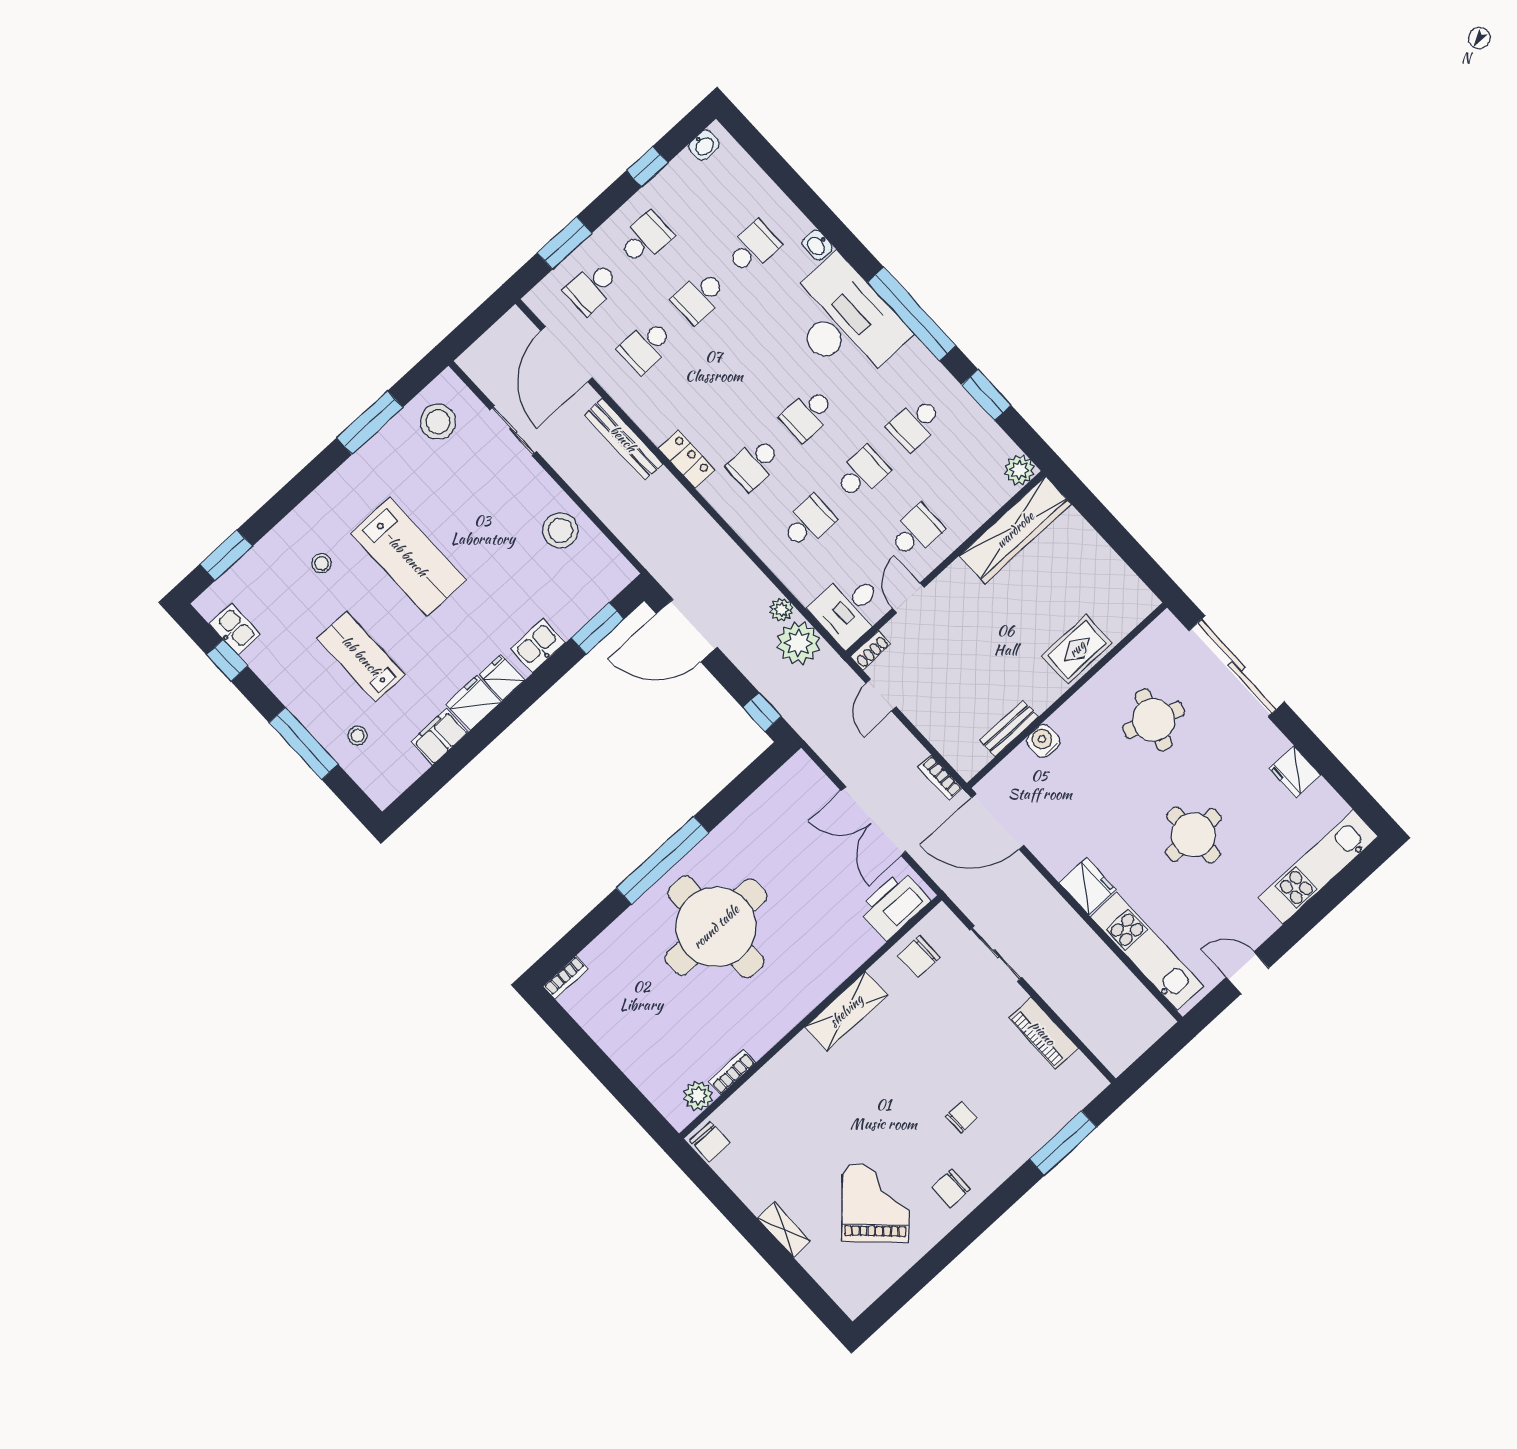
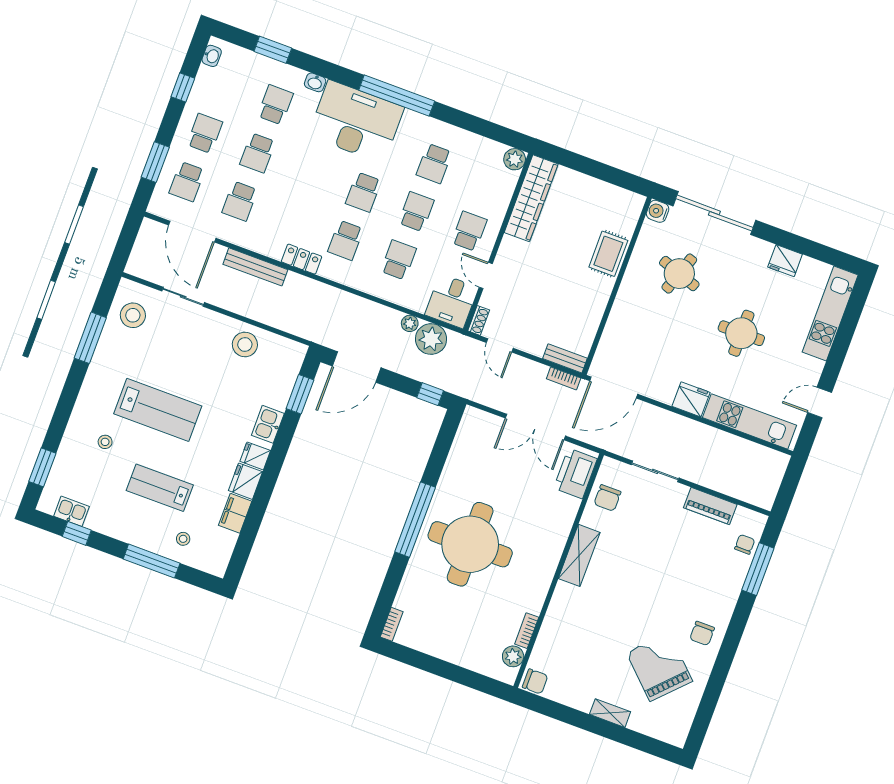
window: (986, 395) -> (273, 50), moved
bench: (1009, 729) -> (565, 358), moved, turned 90
water cooler: (1043, 741) -> (658, 211), moved
chair: (962, 1117) -> (745, 544), moved

